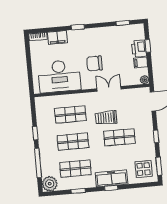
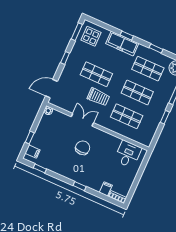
filing cabinet: (57, 37) -> (106, 189), width x0.50
printer: (139, 49) -> (38, 139), removed
chair: (95, 63) -> (83, 148), turned -90
filing cabinet: (141, 63) -> (33, 152), moved
desk: (59, 76) -> (128, 154), width x0.53, depth x0.77
double door: (109, 89) -> (82, 120), swing flipped

